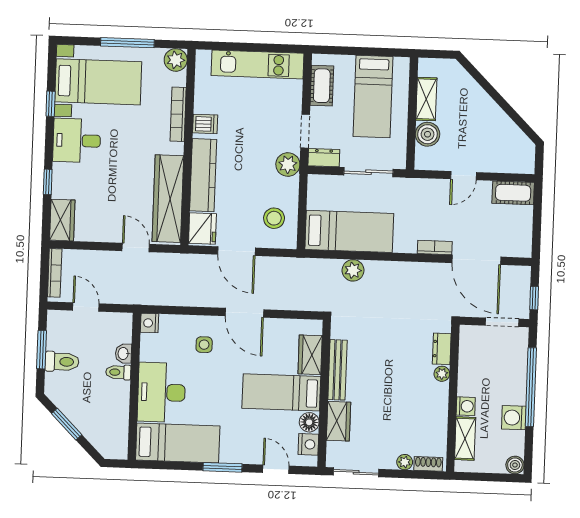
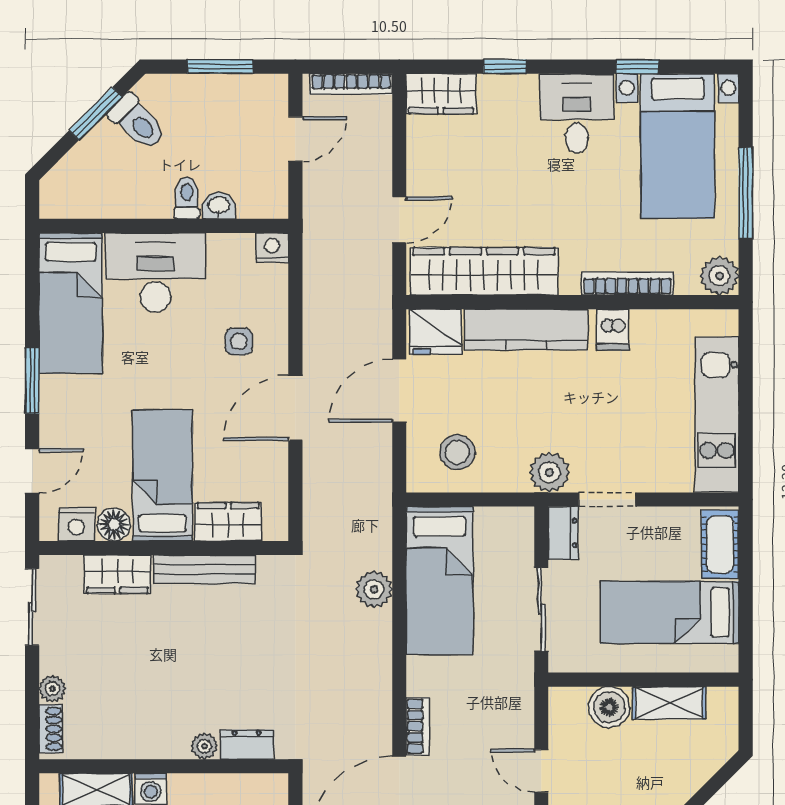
cot: (322, 86) -> (720, 544), moved, turned 90
toilet: (62, 362) -> (137, 122), moved, turned -45

